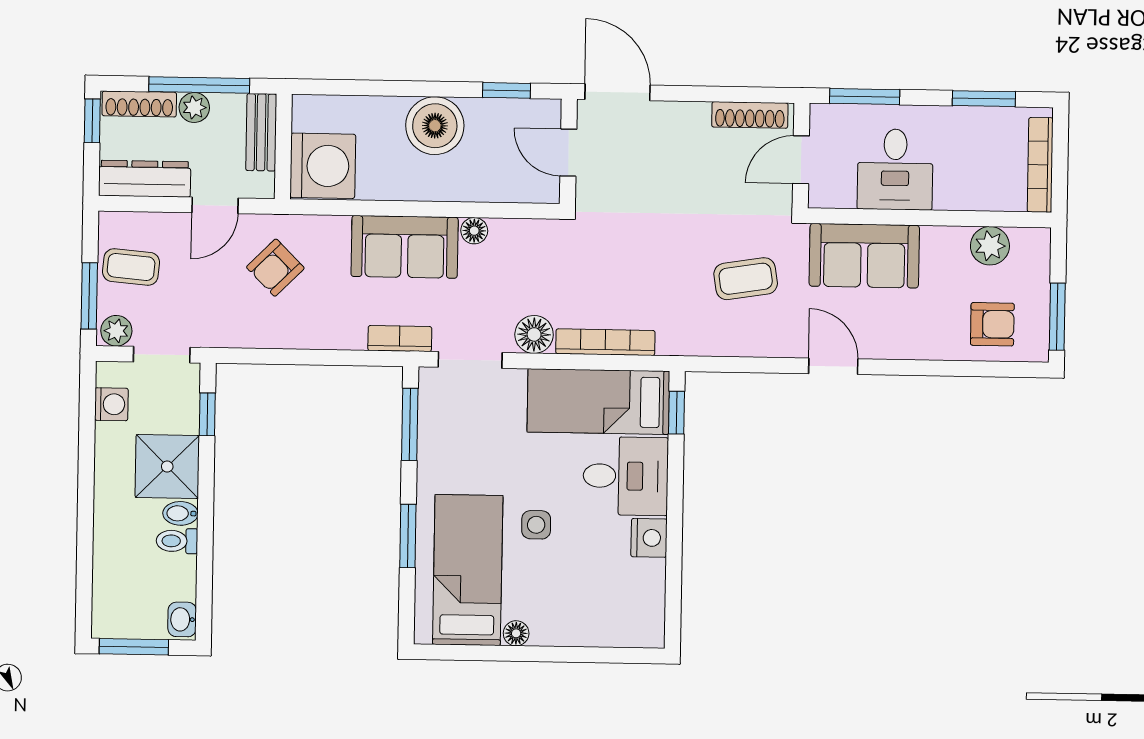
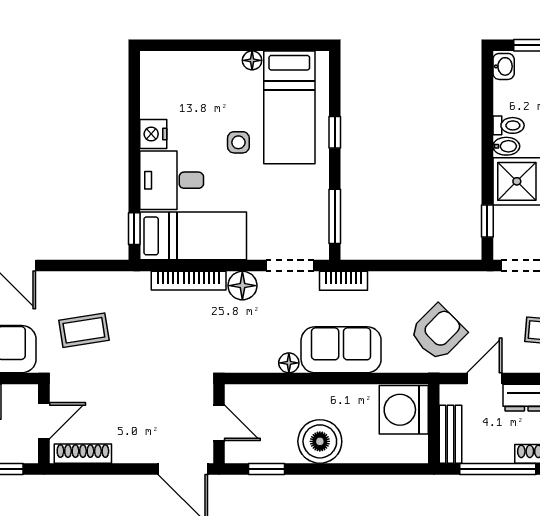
plant: (194, 108) -> (501, 452), removed
armchair: (275, 268) -> (438, 332), width x1.38, depth x1.38
window: (408, 536) -> (335, 132), width x0.67

